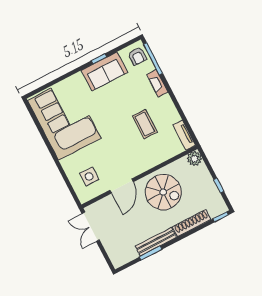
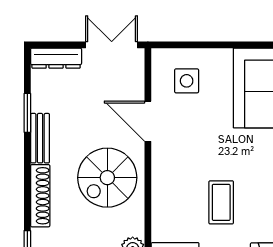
coffee table: (145, 124) -> (221, 202), turned 90
bench: (156, 242) -> (40, 138), width x0.73
dresser: (113, 253) -> (56, 58), added

